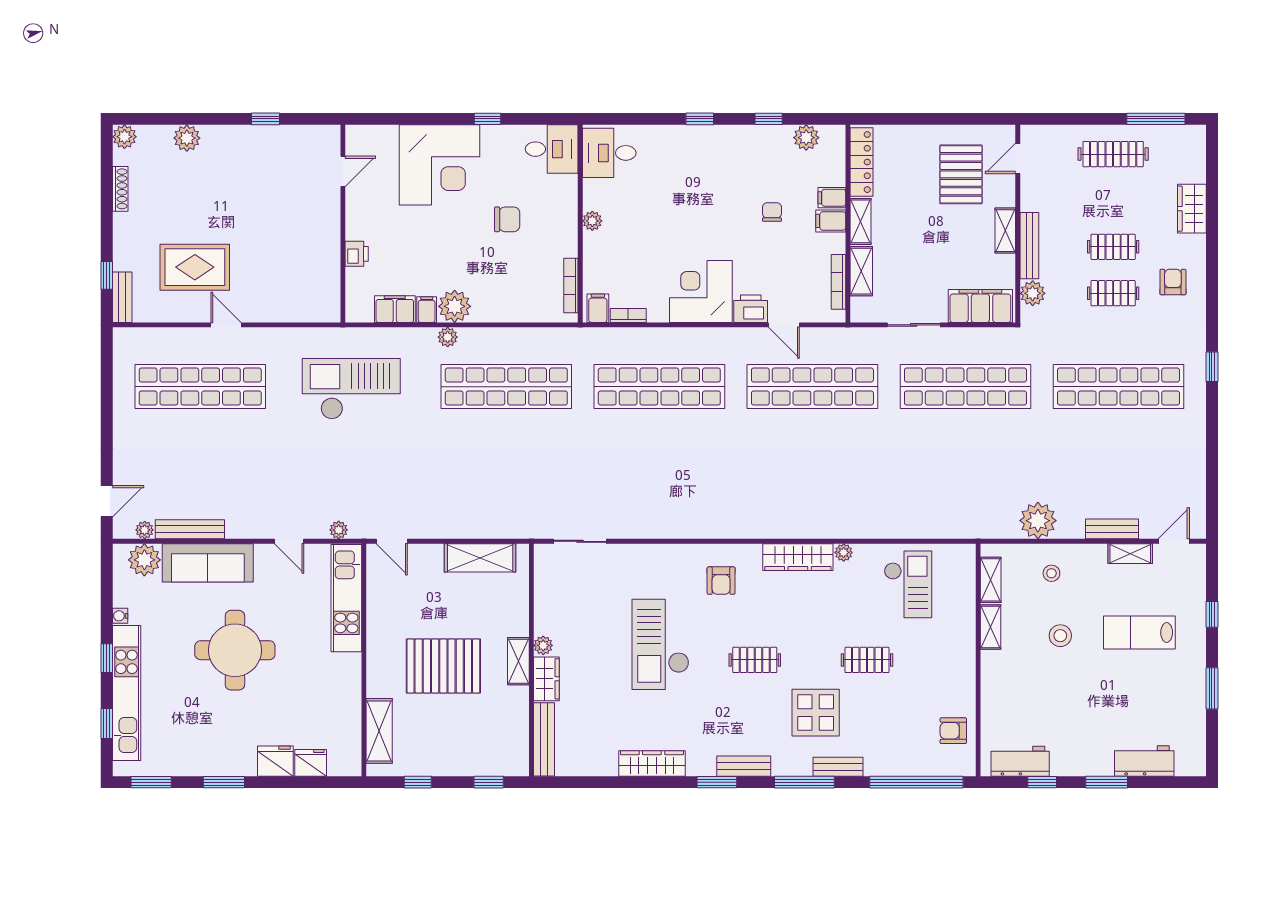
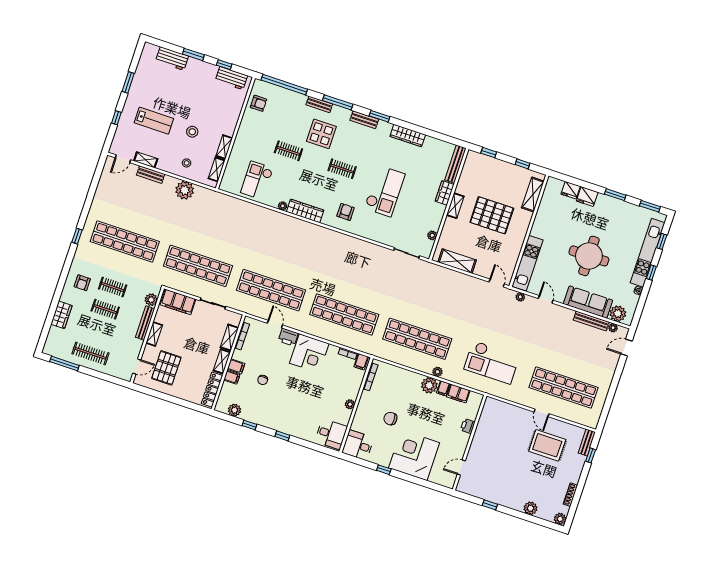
plant: (543, 645) -> (432, 235), moved

